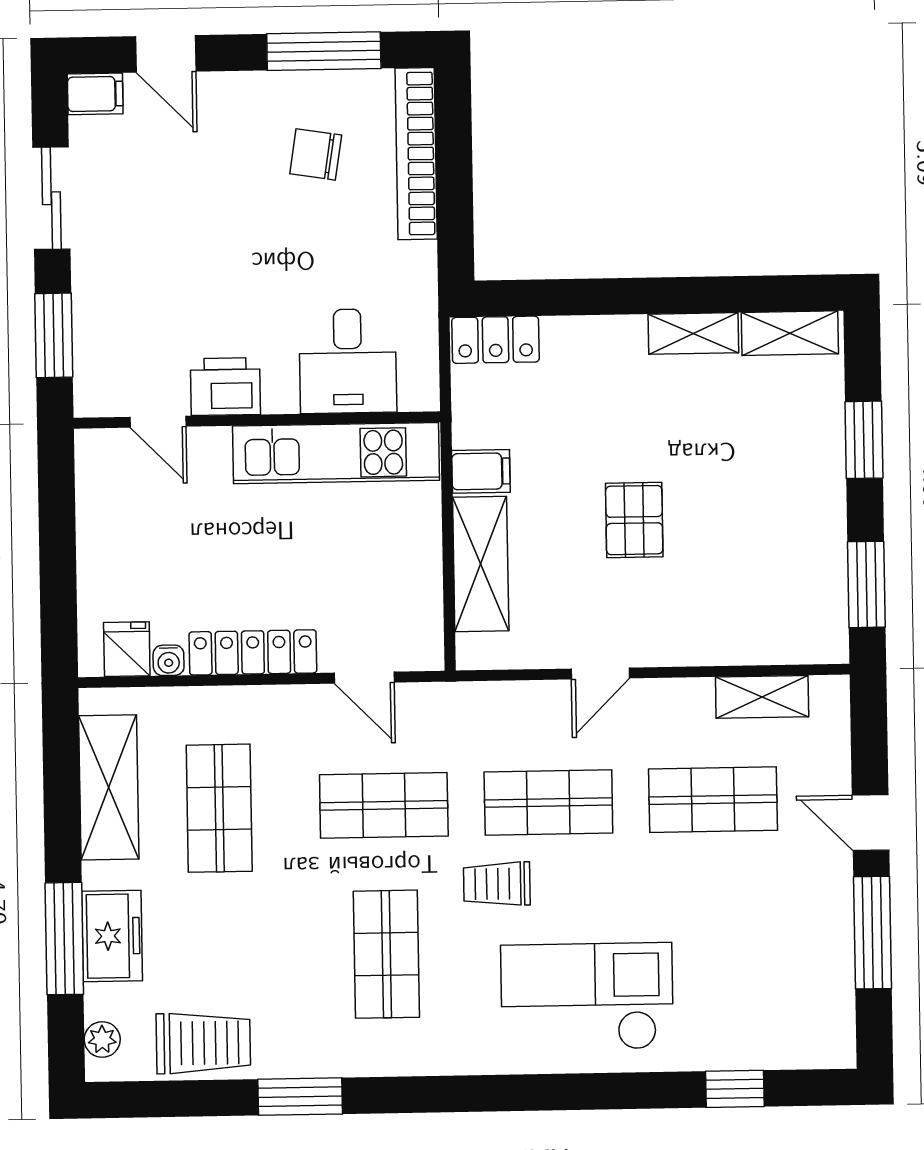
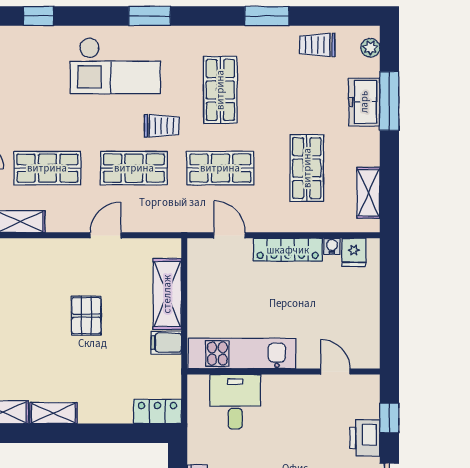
window: (54, 335) -> (389, 418), width x0.67
printer: (225, 387) -> (365, 438), moved, turned 90
shelving: (109, 787) -> (368, 193), width x0.67, depth x0.75
trolley: (203, 1043) -> (317, 45), width x0.73, depth x0.72
window: (524, 1093) -> (150, 16), added

